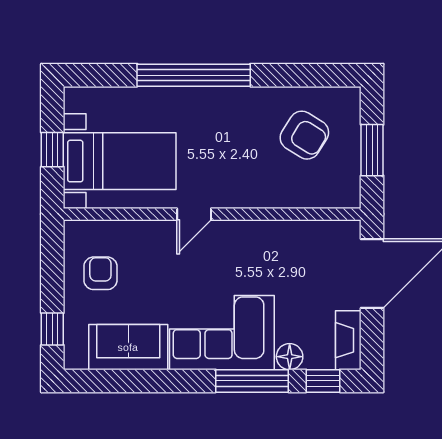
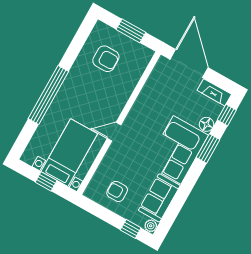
armchair: (304, 135) -> (106, 59), turned 58
door: (194, 214) -> (114, 132), swing flipped
plant: (75, 358) -> (151, 226), added
window: (252, 381) -> (208, 148), width x0.69

